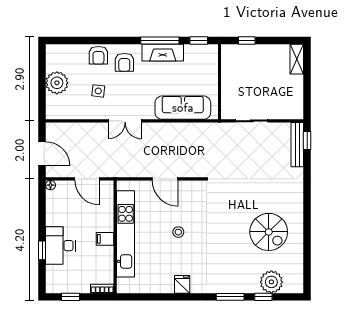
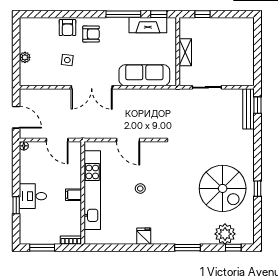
fireplace: (163, 53) -> (148, 25), moved
shelving: (297, 59) -> (185, 52), moved
armchair: (124, 62) -> (91, 34), turned -90
plant: (57, 83) -> (25, 57), width x0.53, depth x0.53
double door: (125, 121) -> (92, 87), width x1.37
spiral stairs: (269, 232) -> (223, 188), width x1.37, depth x1.37
window: (307, 232) -> (258, 189), added
desk: (60, 246) -> (33, 196), width x0.73
window: (70, 297) -> (42, 248), width x1.50
window: (263, 297) -> (233, 248), moved

